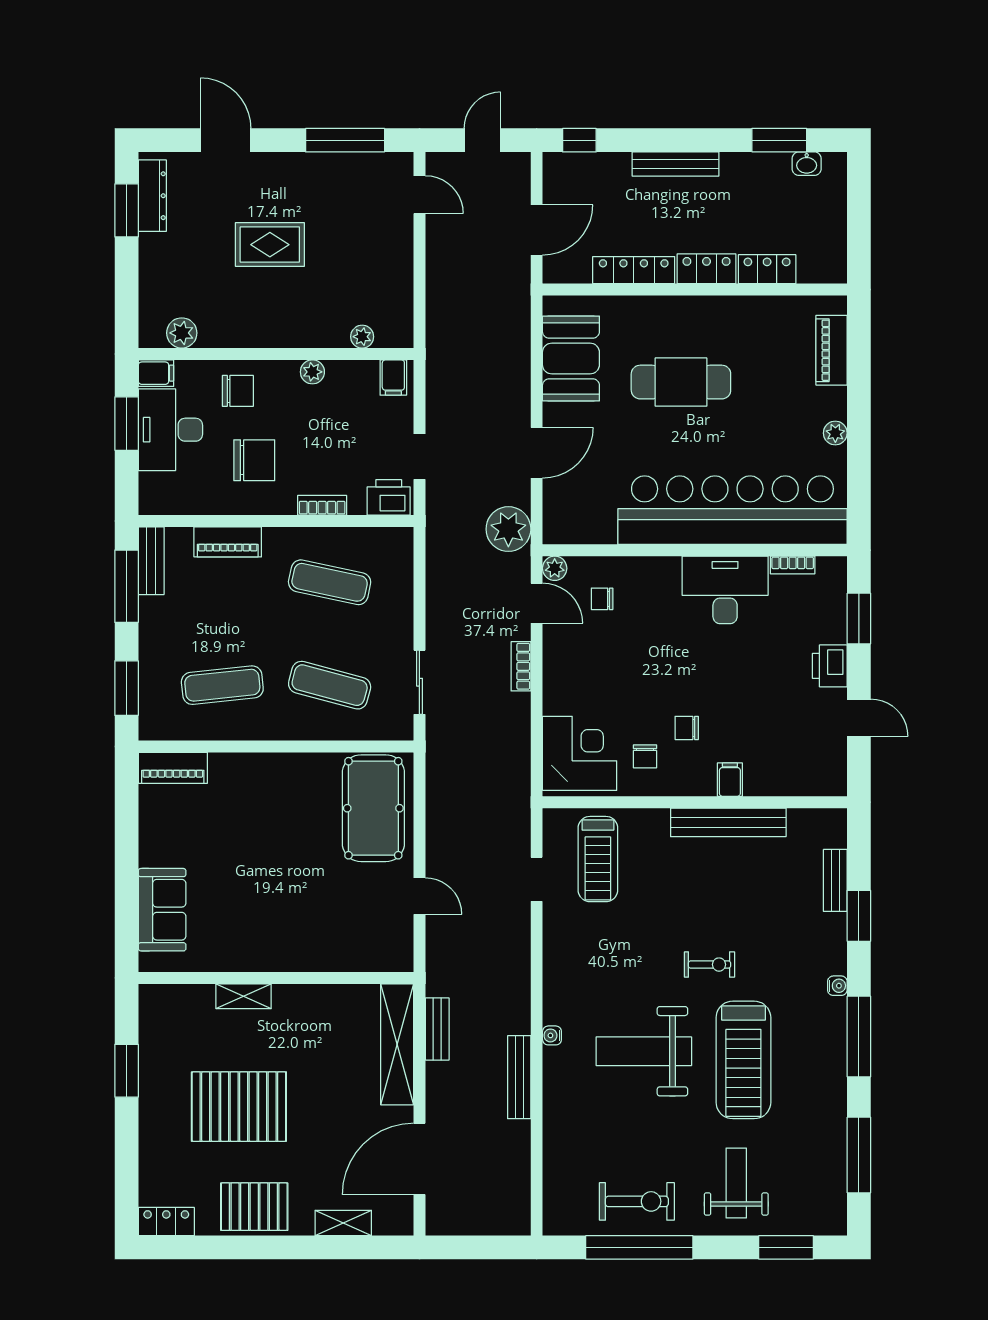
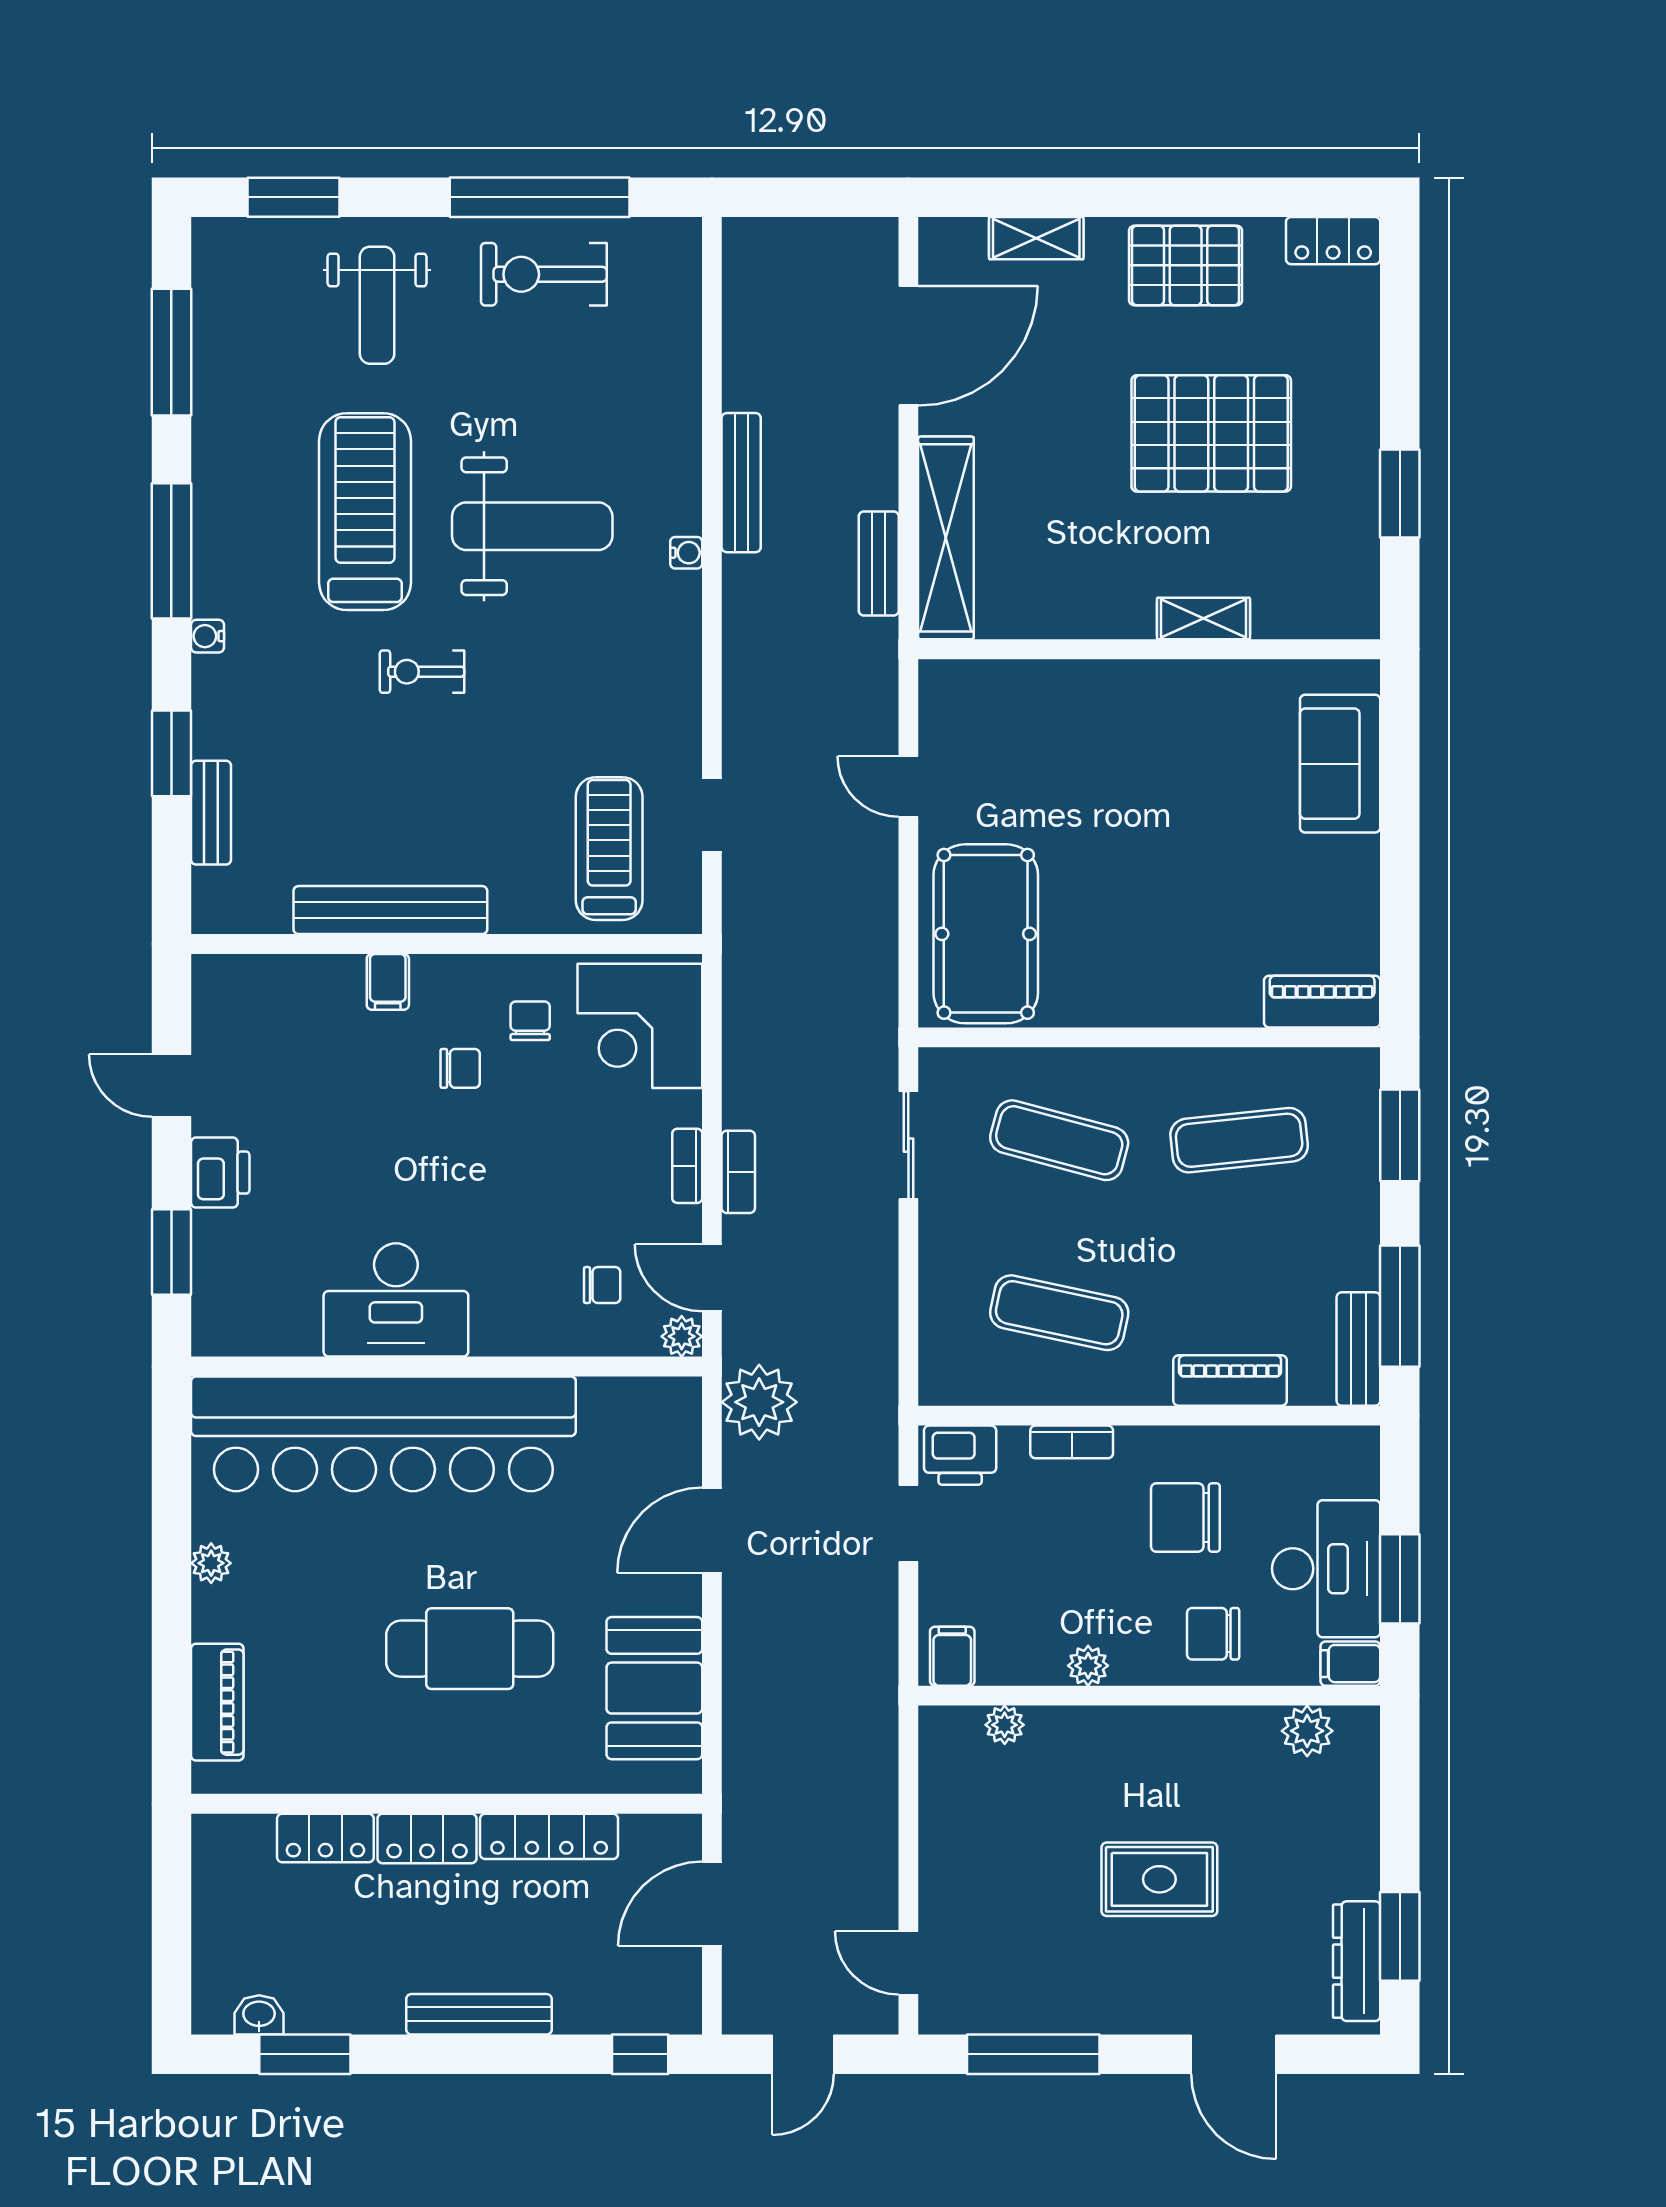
bookcase: (793, 565) -> (687, 1166), moved, turned -90

